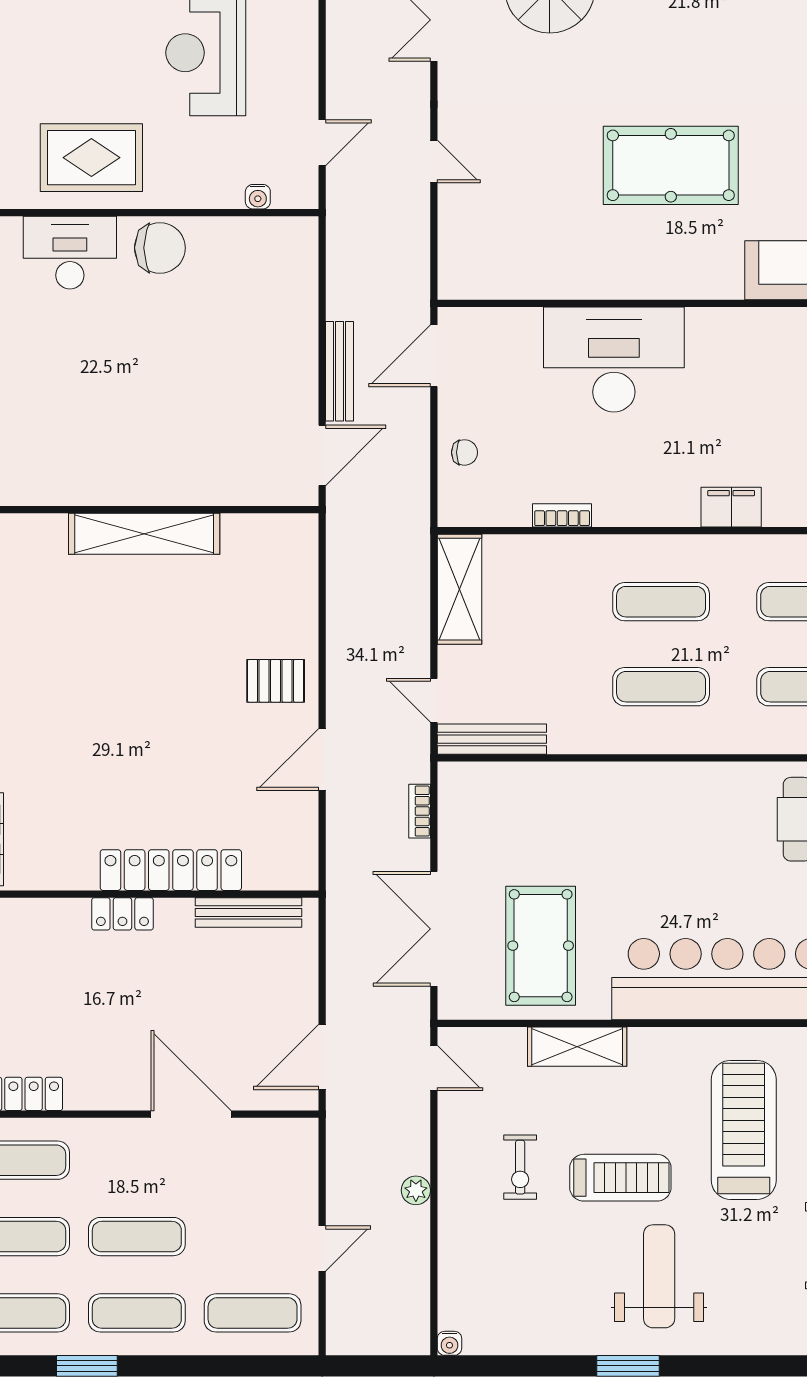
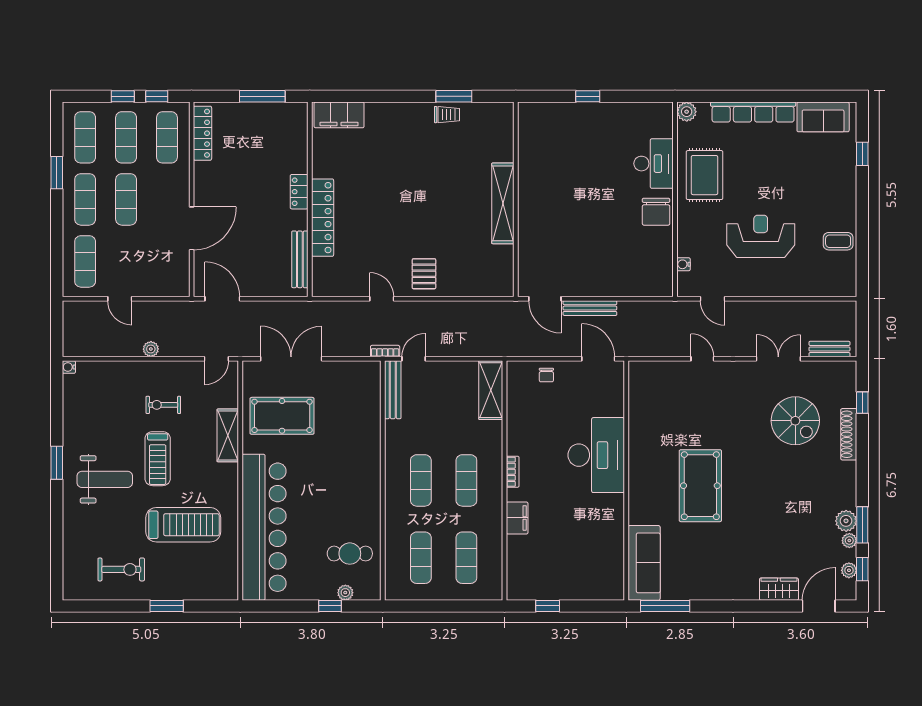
door: (434, 161) -> (702, 359), swing flipped
bookcase: (562, 515) -> (513, 472), moved
shelving: (459, 589) -> (491, 390), moved, turned 90
door: (322, 760) -> (382, 299), width x0.73
bookcase: (420, 811) -> (385, 351), moved

